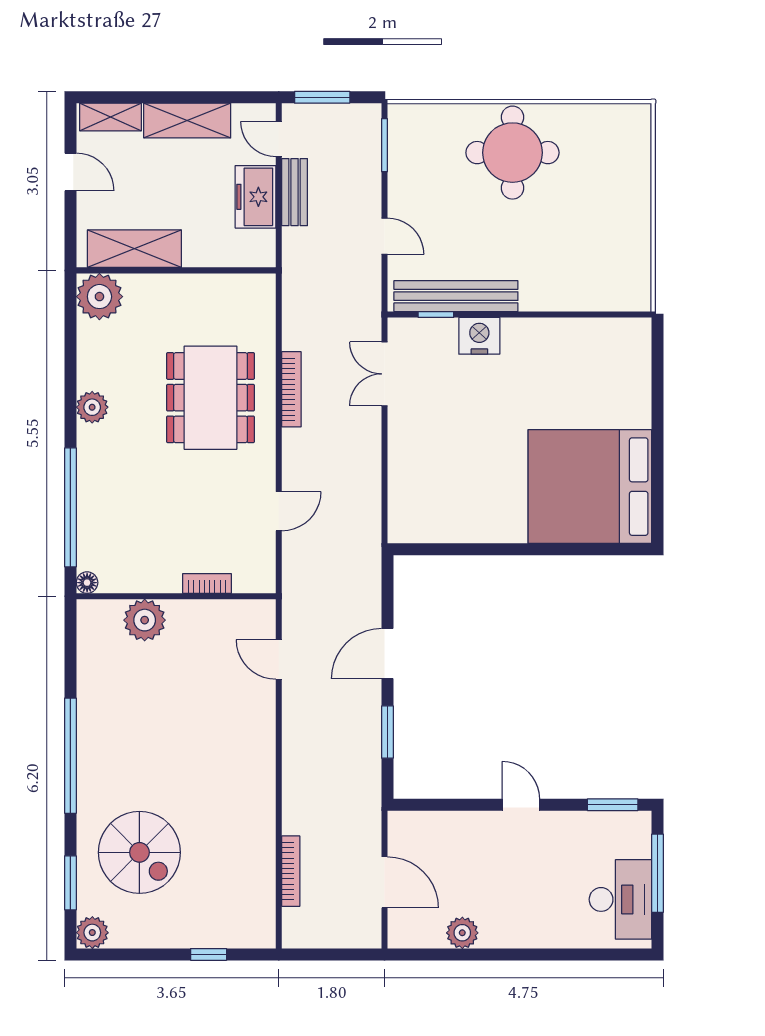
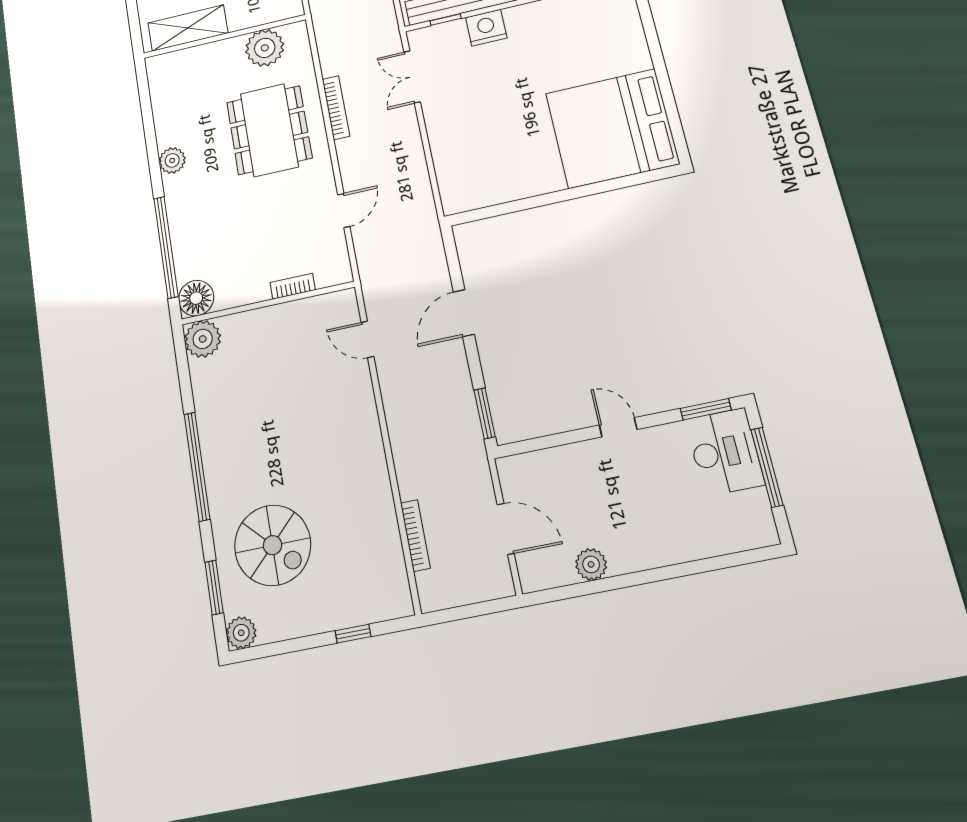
plant: (99, 297) -> (265, 48), moved
floor lamp: (87, 583) -> (196, 298), width x1.89, depth x1.89
plant: (145, 620) -> (203, 339), moved
window: (387, 732) -> (485, 413), moved
desk: (620, 899) -> (725, 452), moved

